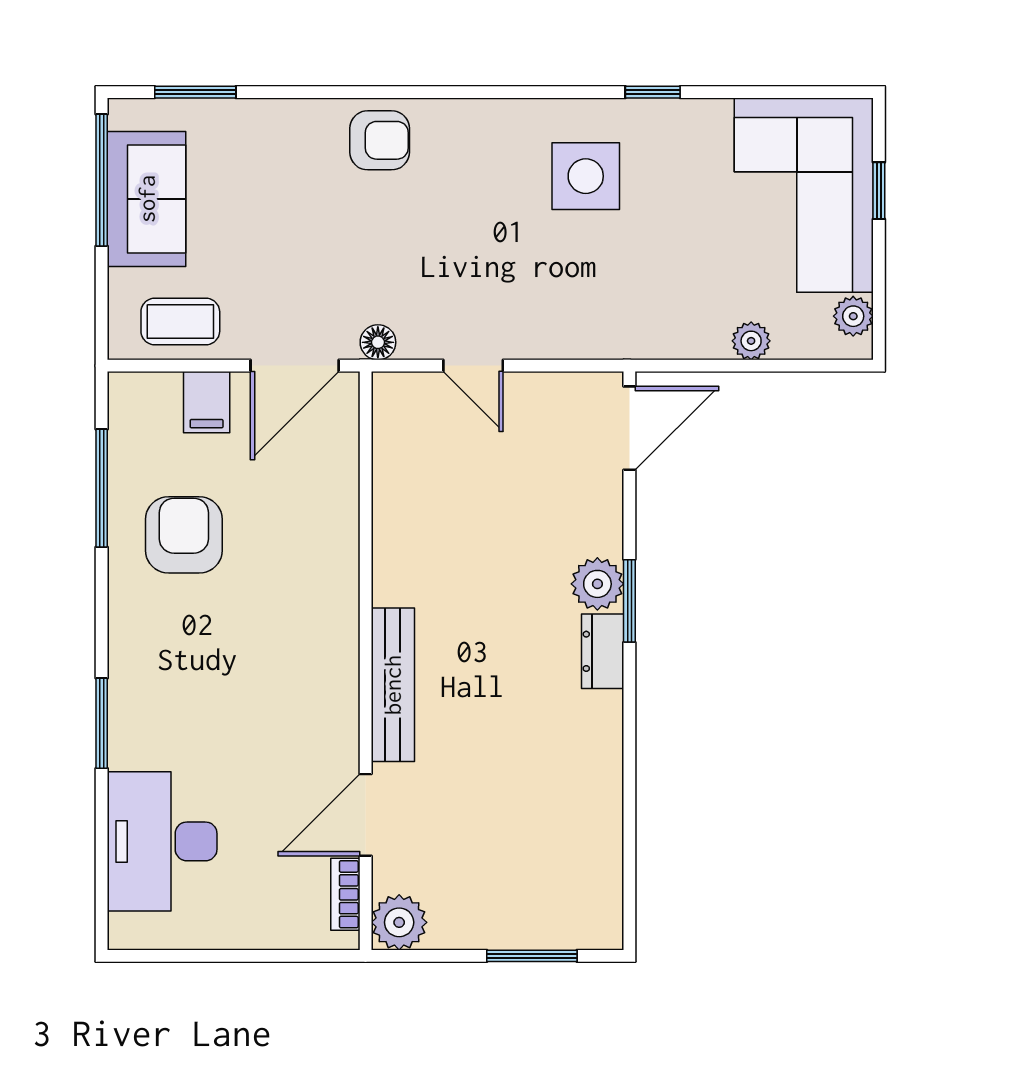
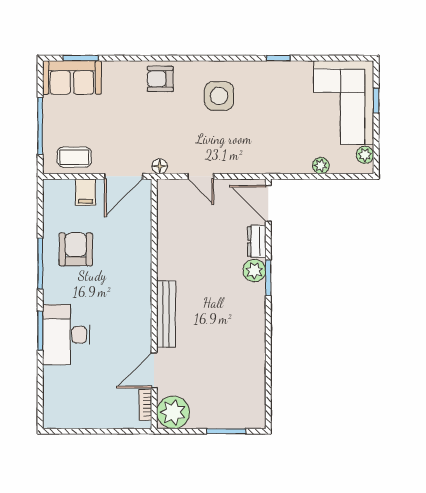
armchair: (380, 140) -> (160, 79), turned 180
side table: (586, 176) -> (219, 96), moved
window: (102, 180) -> (40, 126), moved
sofa: (147, 199) -> (72, 77), moved, turned 90
door: (629, 428) -> (268, 203), swing flipped
window: (102, 488) -> (40, 263), moved
dresser: (603, 651) -> (257, 241), moved
desk: (162, 841) -> (66, 335), moved
plant: (399, 922) -> (173, 412), width x1.36, depth x1.36

